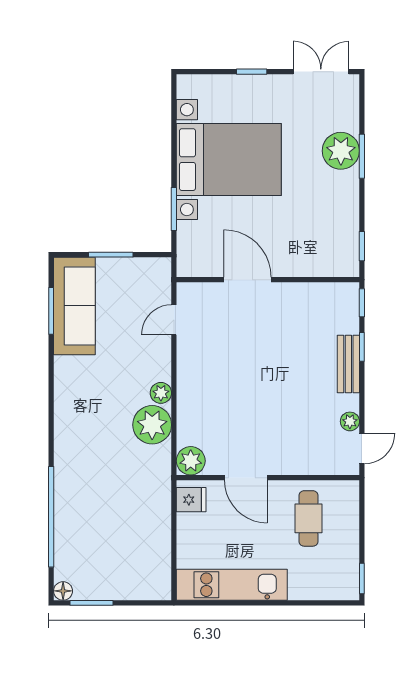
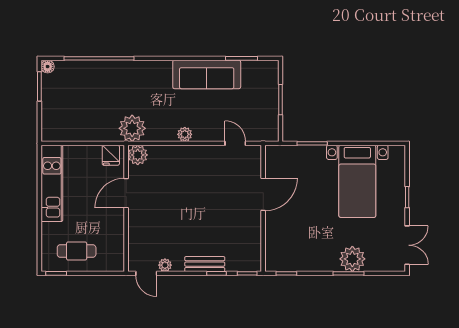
bed with nightstands: (229, 160) -> (357, 181), width x0.73
sofa: (74, 306) -> (207, 74), moved
plant: (152, 425) -> (132, 128), moved
cafe table: (309, 518) -> (77, 251), moved

